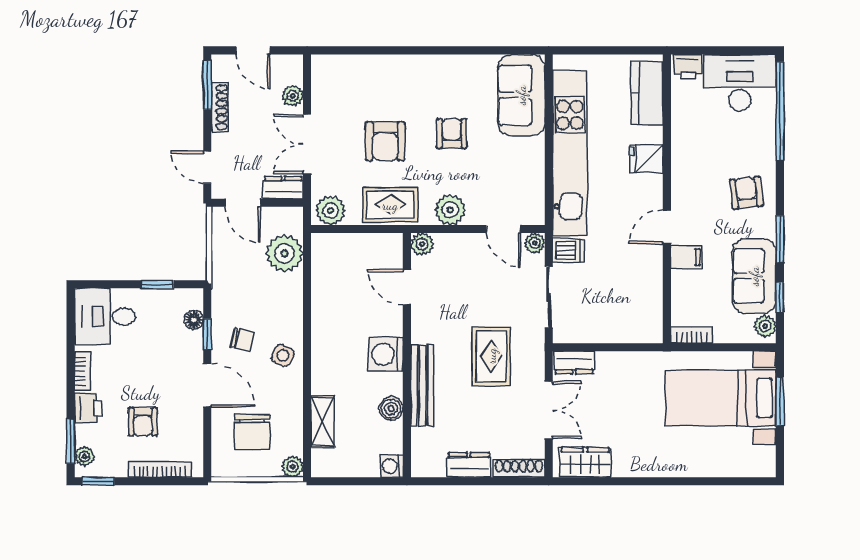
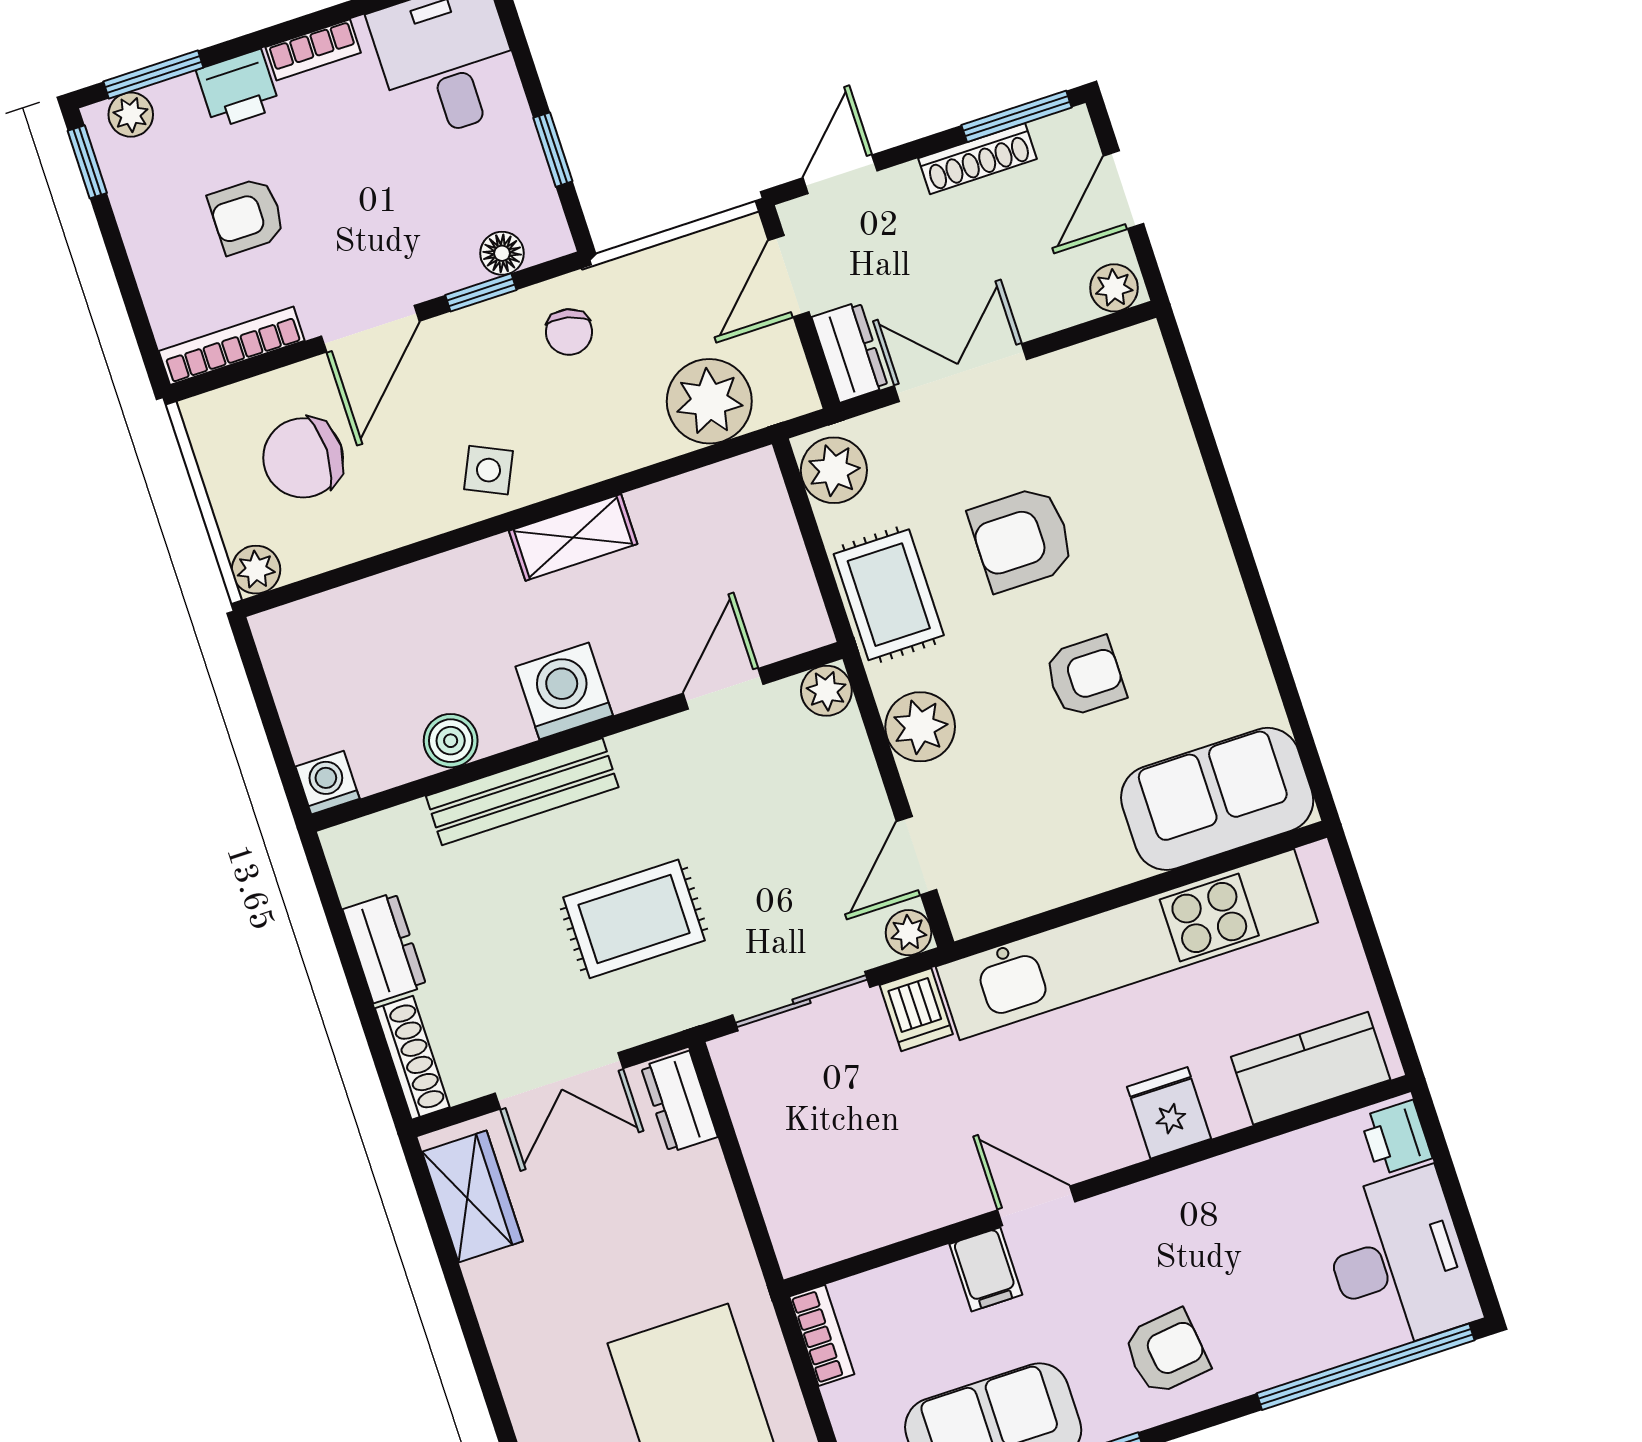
plant: (293, 96) -> (1114, 288), moved
chair: (242, 340) -> (569, 332), moved
shelving: (323, 421) -> (573, 537), moved
bookcase: (160, 469) -> (232, 346), moved, turned -90

